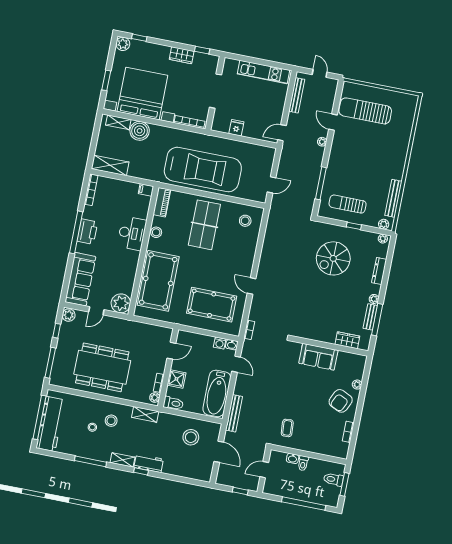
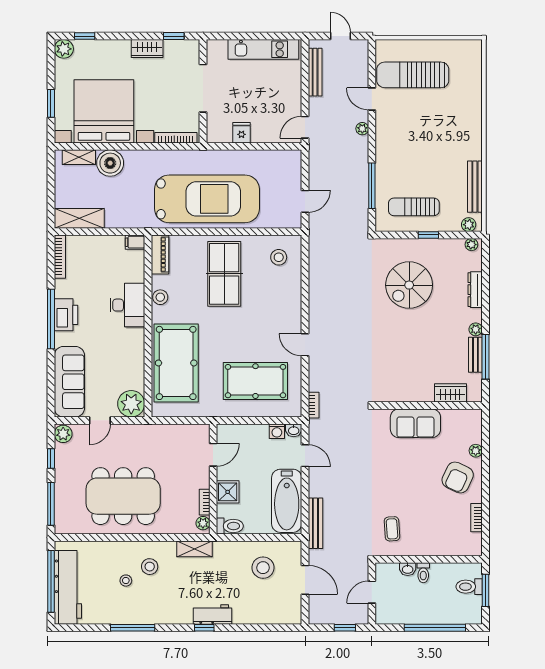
shelving: (122, 460) -> (176, 617), removed

